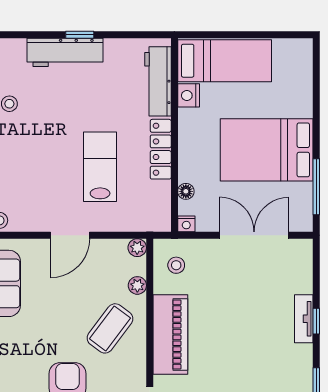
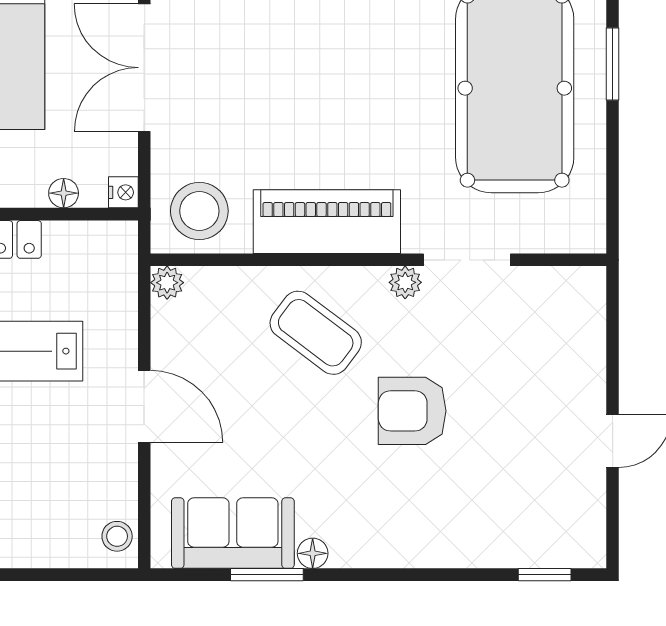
stool: (176, 265) -> (199, 211), width x1.89, depth x1.89
plant: (137, 285) -> (405, 282), moved

